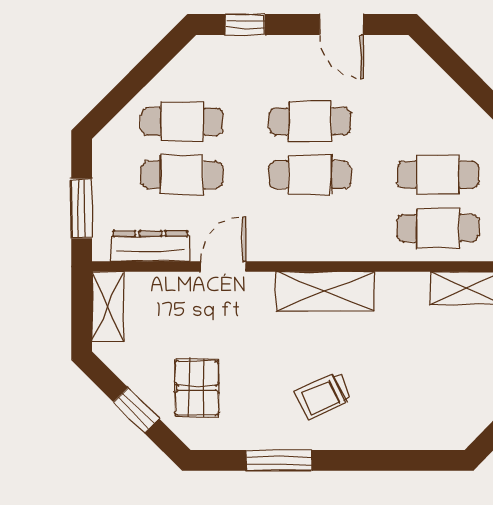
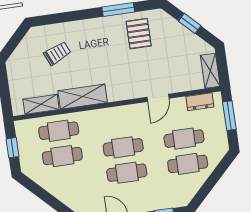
dresser: (150, 246) -> (200, 102), width x0.70
shelving: (325, 291) -> (83, 97), moved
pallet: (197, 388) -> (139, 34), moved
trolley: (324, 396) -> (57, 53), moved

